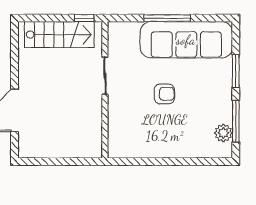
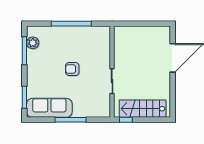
sofa: (186, 40) -> (49, 108), width x0.74, depth x0.79
window: (236, 71) -> (24, 97), moved
window: (166, 162) -> (71, 24), added

